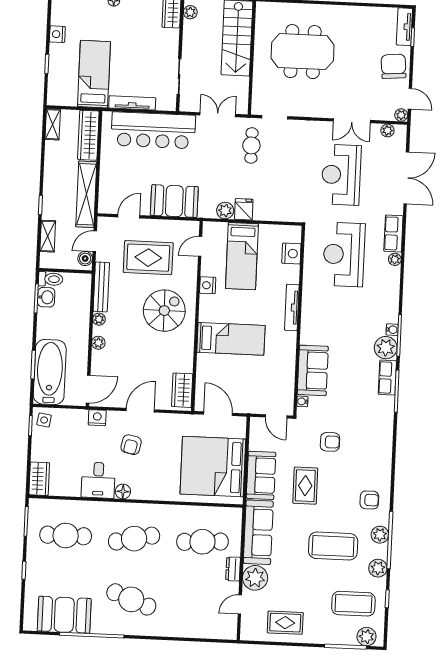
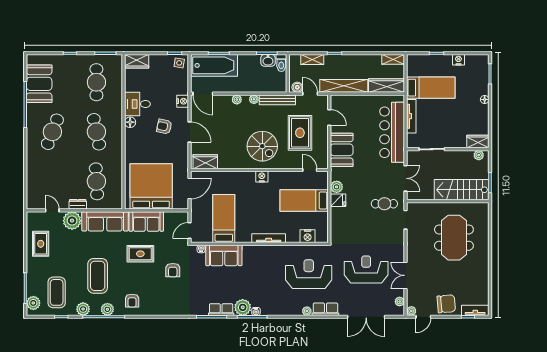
nightstand: (208, 285) -> (262, 177), moved
bed: (231, 339) -> (224, 219), moved, turned 180

